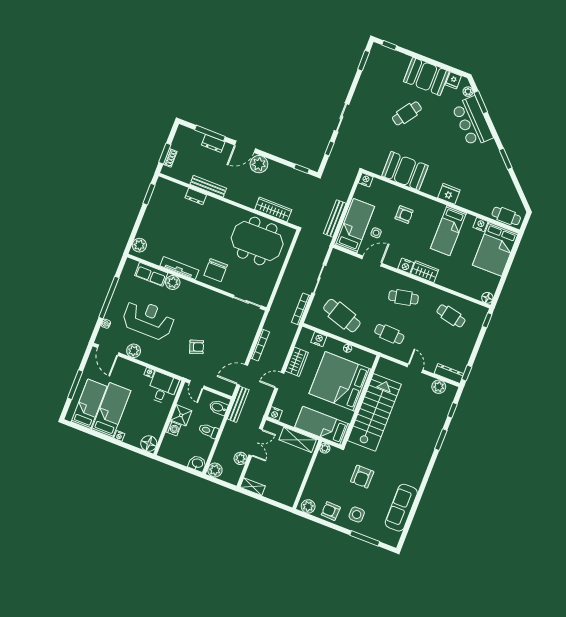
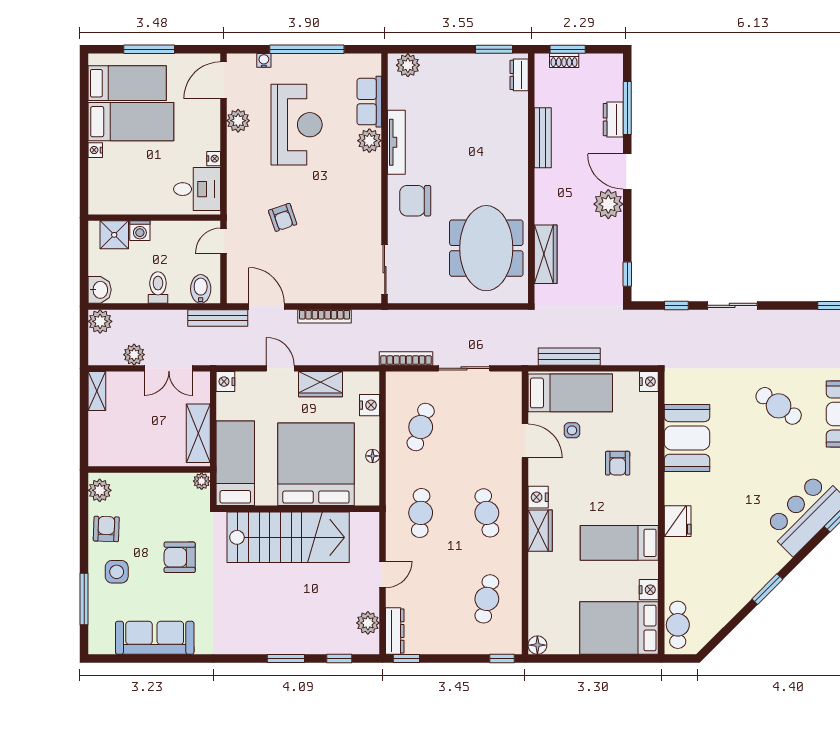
dresser: (196, 196) -> (519, 75), moved
cafe table: (342, 316) -> (421, 427), width x0.73, depth x0.74
shower: (181, 415) -> (114, 235), moved
floor lamp: (149, 444) -> (101, 201), removed

